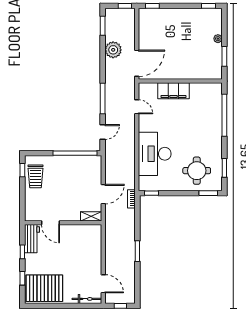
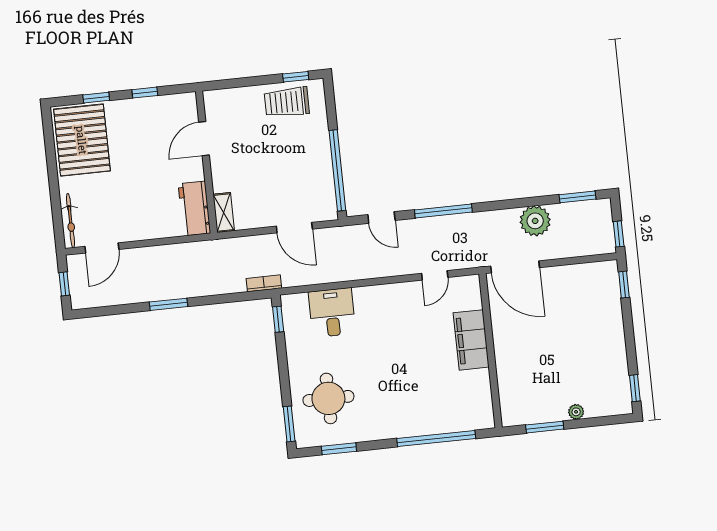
desk: (155, 154) -> (332, 313), width x0.53, depth x0.77
door: (103, 194) -> (294, 228), moved
workbench: (32, 239) -> (195, 208), moved, turned 90

